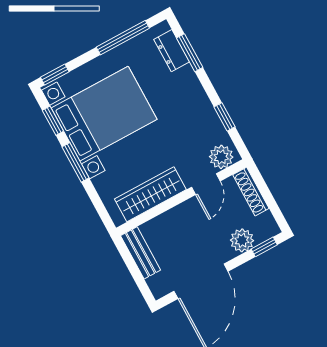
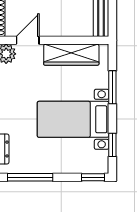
bed with nightstands: (104, 114) -> (73, 119), width x0.73
window: (76, 162) -> (112, 87), moved

